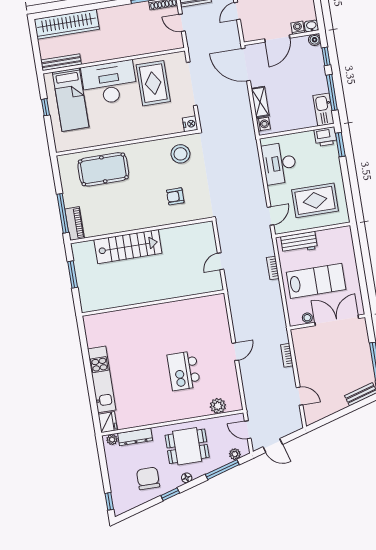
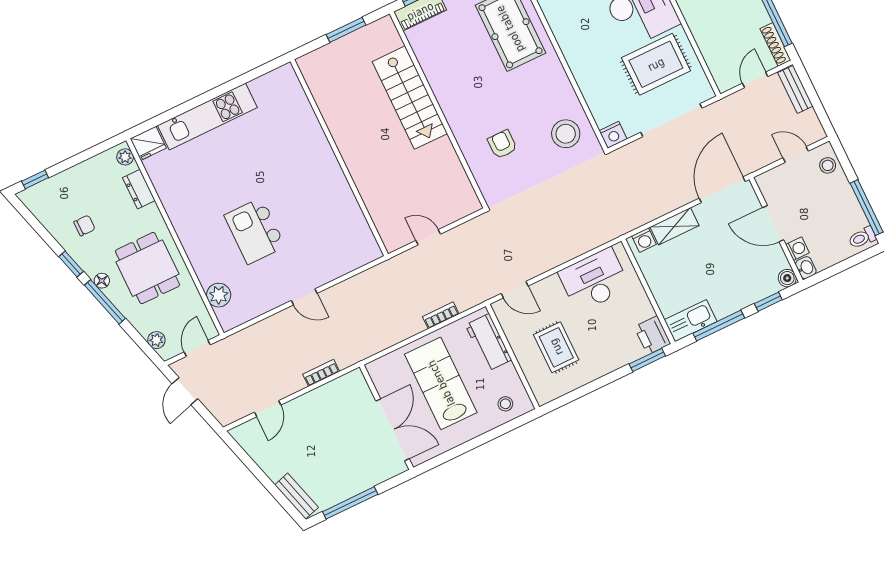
rug: (315, 200) -> (556, 347), width x0.73, depth x0.70
lab bench: (316, 281) -> (441, 383), turned 180
stool: (307, 318) -> (505, 404), moved
kitchen island: (184, 371) -> (255, 231), turned -90
dresser: (135, 437) -> (139, 189), width x0.70
window: (222, 470) -> (105, 302), moved
chair: (148, 478) -> (85, 225), width x0.54, depth x0.54

